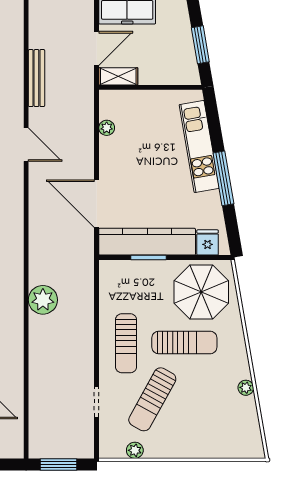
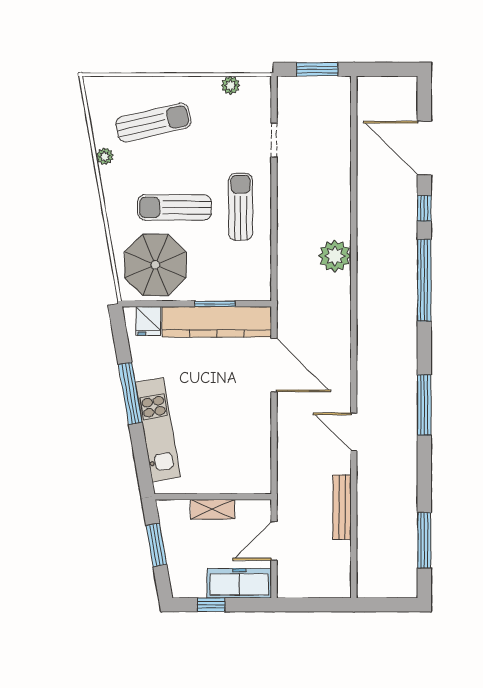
shelving: (118, 76) -> (213, 509), moved
plant: (107, 128) -> (262, 451), removed
sun lounger: (152, 399) -> (153, 123), moved, turned 48

